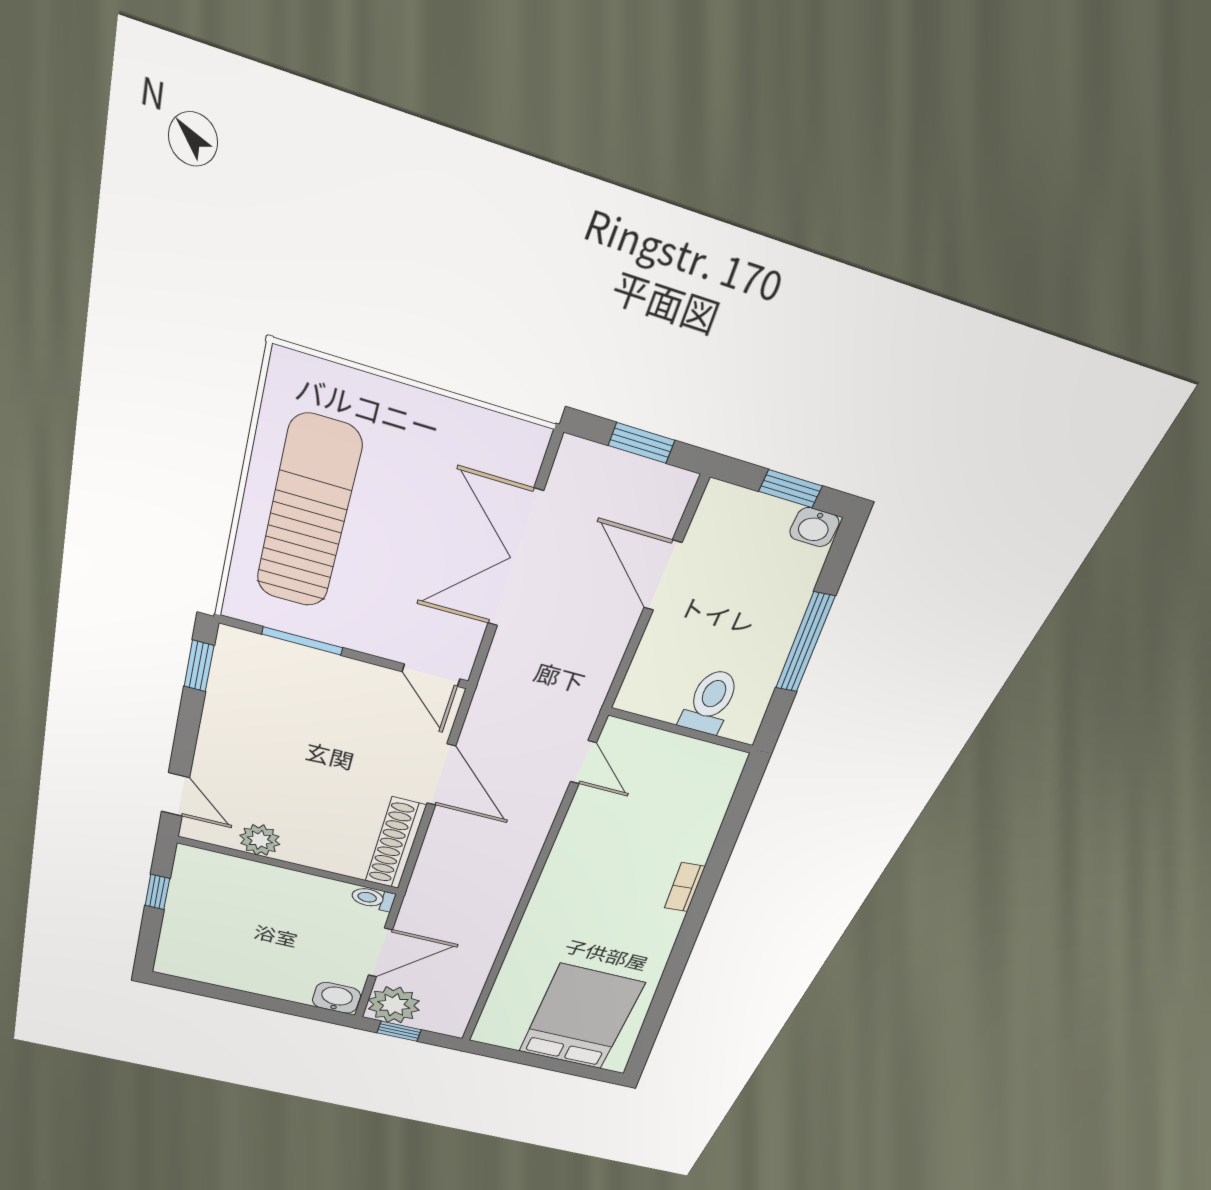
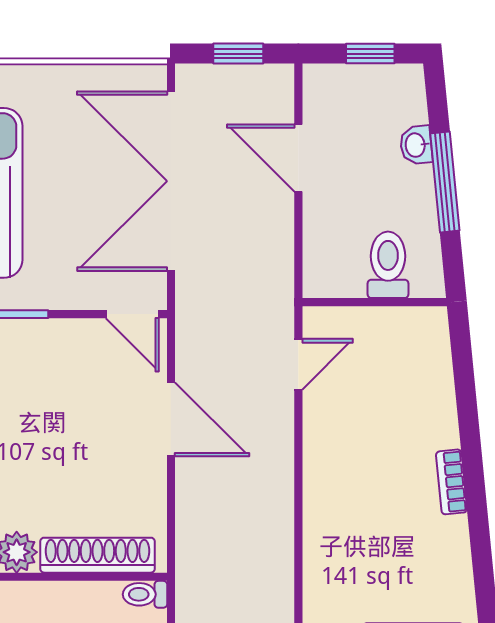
washbasin: (814, 527) -> (416, 145), moved, turned 84
double door: (515, 559) -> (171, 181), width x1.36
door: (583, 762) -> (298, 364), hinge flipped
shoe rack: (395, 844) -> (97, 555), moved, turned 90

